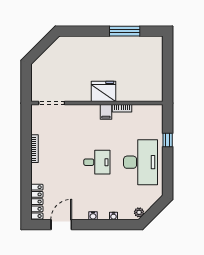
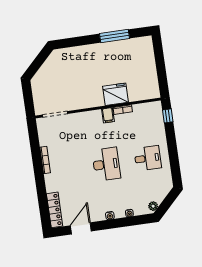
fridge: (104, 91) -> (116, 94), moved
window: (168, 140) -> (168, 116), moved
desk: (97, 162) -> (106, 164), width x1.37
desk: (141, 162) -> (148, 158), width x0.53, depth x0.77

